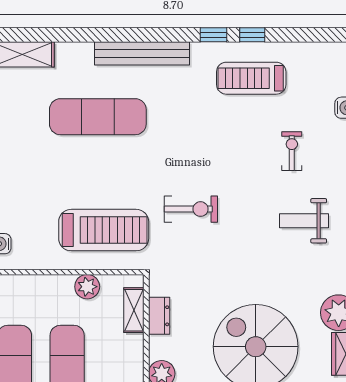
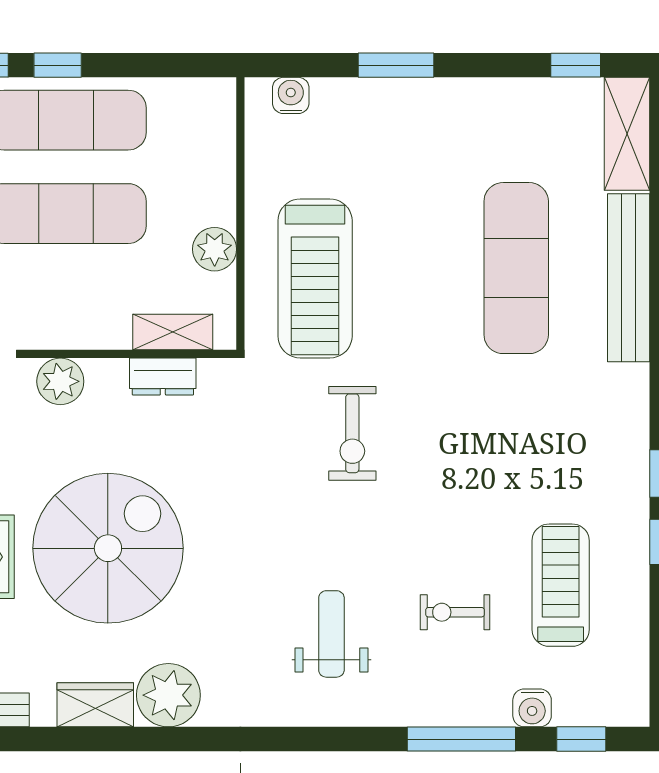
bench: (142, 53) -> (629, 278), moved
treadmill: (251, 78) -> (561, 585), moved
exercise bike: (292, 151) -> (455, 612), turned 180

